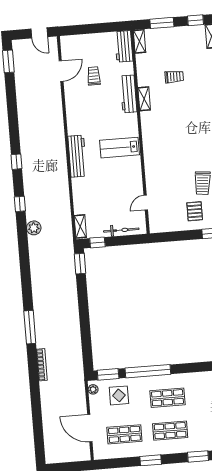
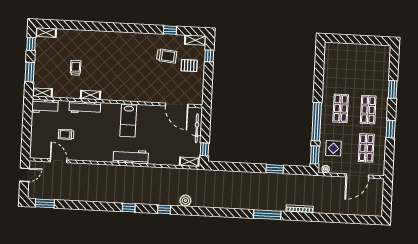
door: (146, 203) -> (177, 105), width x1.87
window: (80, 264) -> (275, 169), moved

